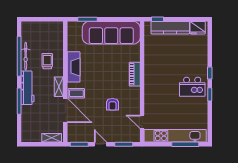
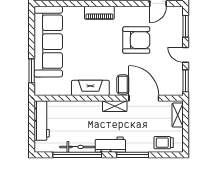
workbench: (47, 27) -> (42, 121), added
trolley: (47, 61) -> (164, 143), moved
workbench: (28, 88) -> (110, 145), width x0.73
armchair: (112, 104) -> (136, 40), width x1.88, depth x1.88
door: (65, 110) -> (144, 98), hinge flipped
door: (101, 144) -> (186, 55), hinge flipped

